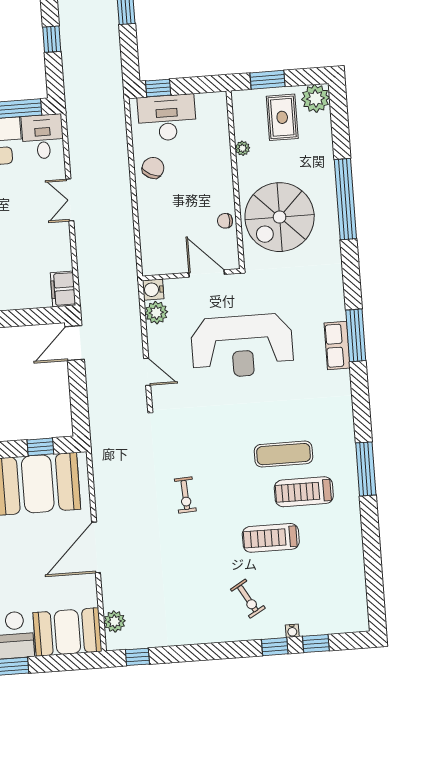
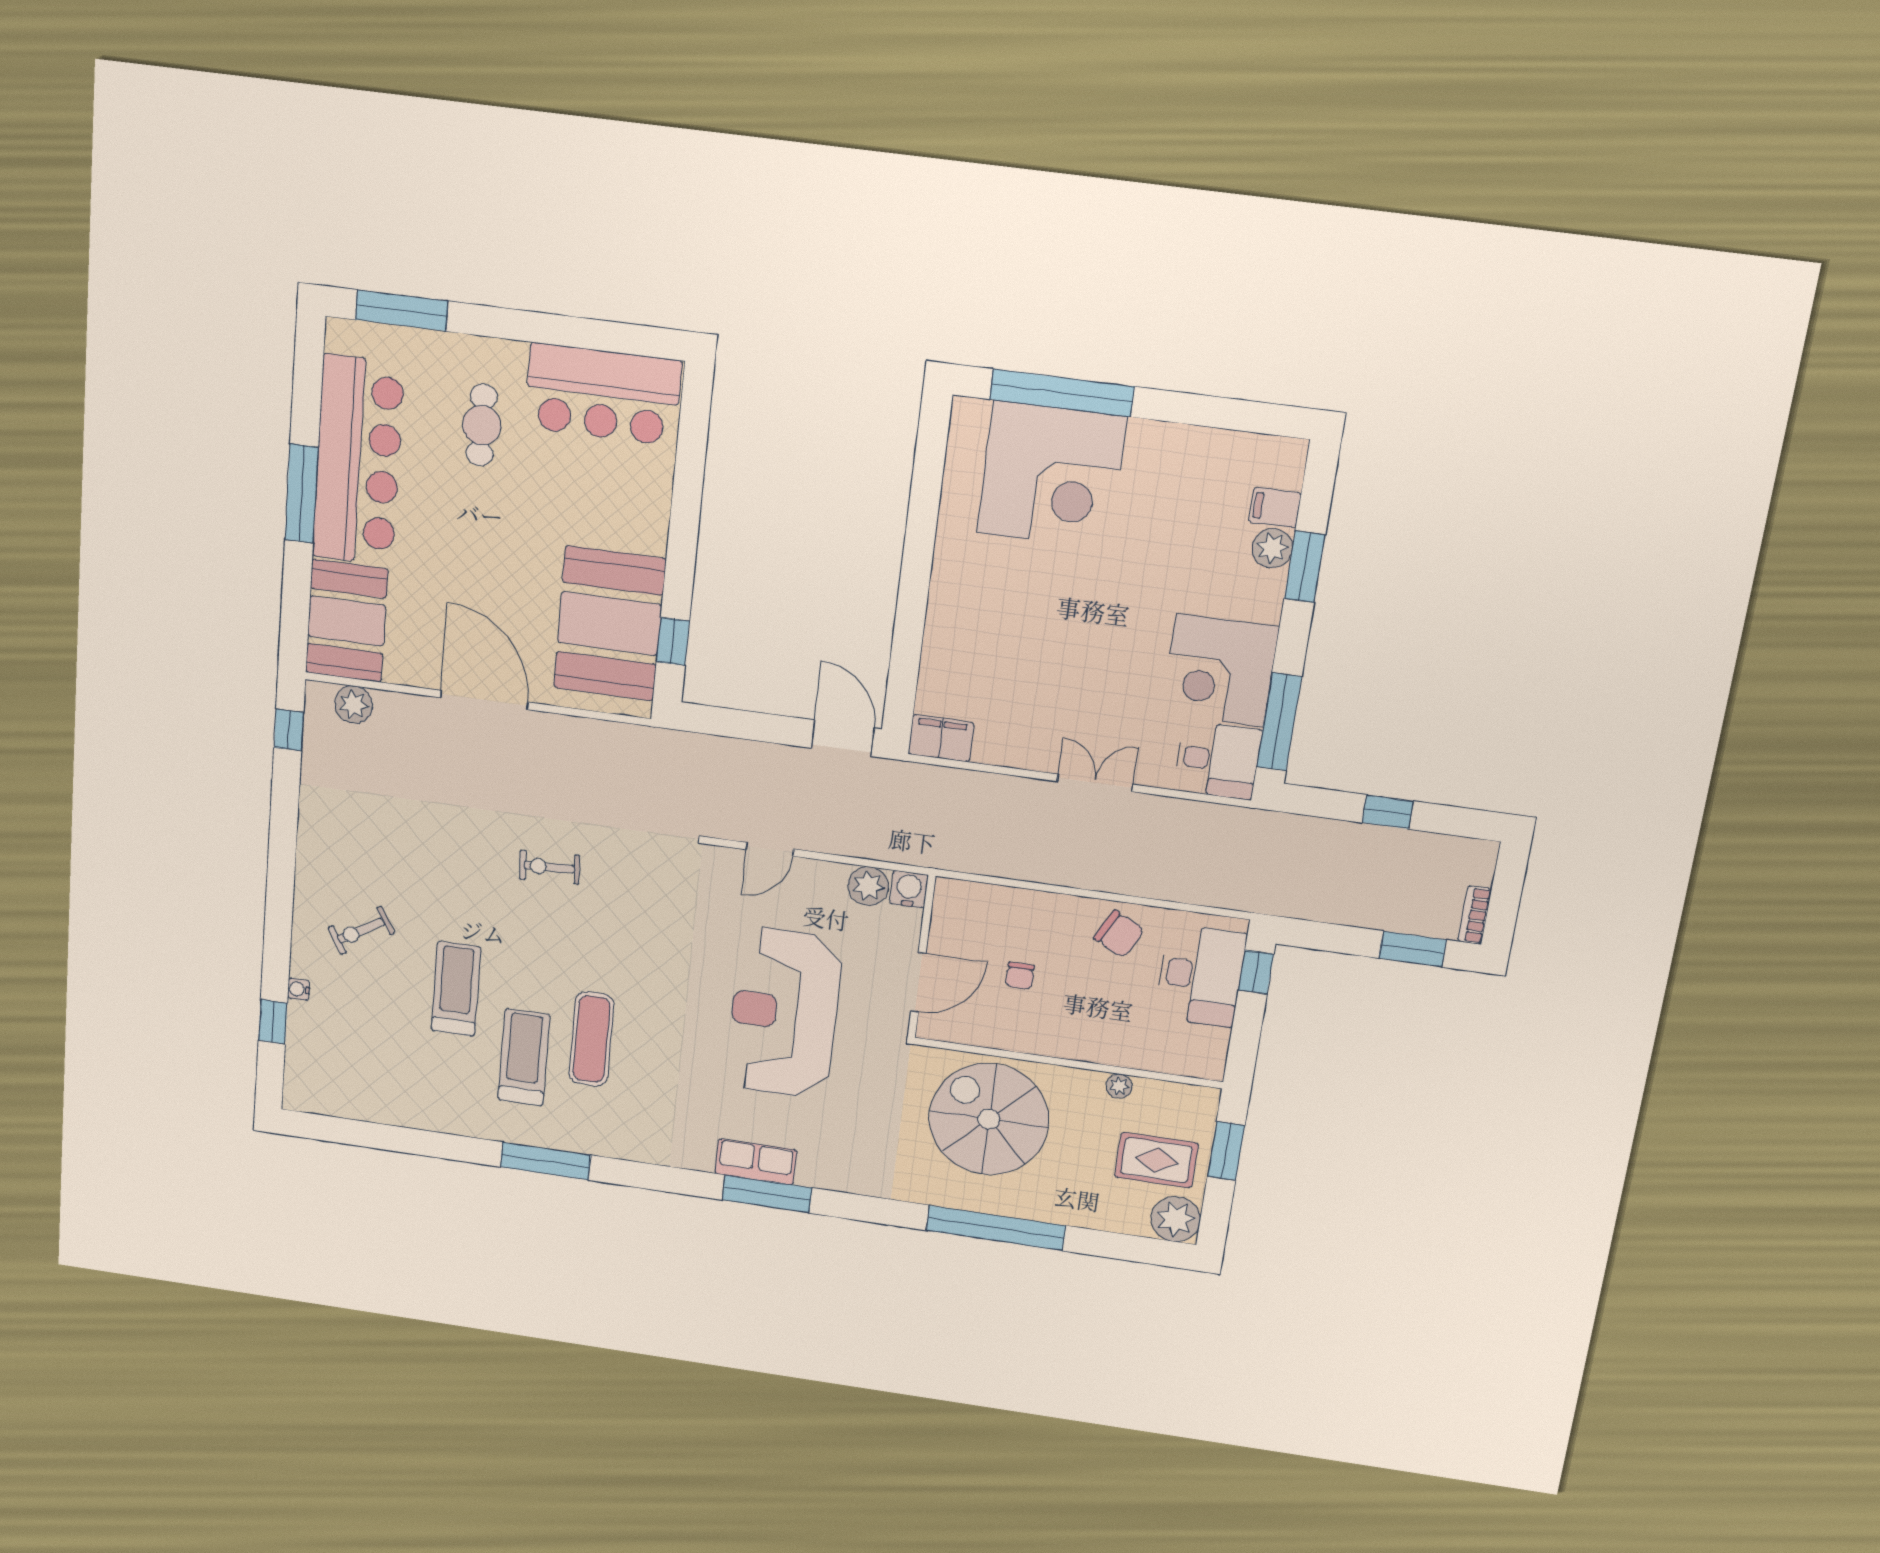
chair: (225, 221) -> (1020, 976), moved, turned 180
window: (275, 647) -> (276, 956), removed

